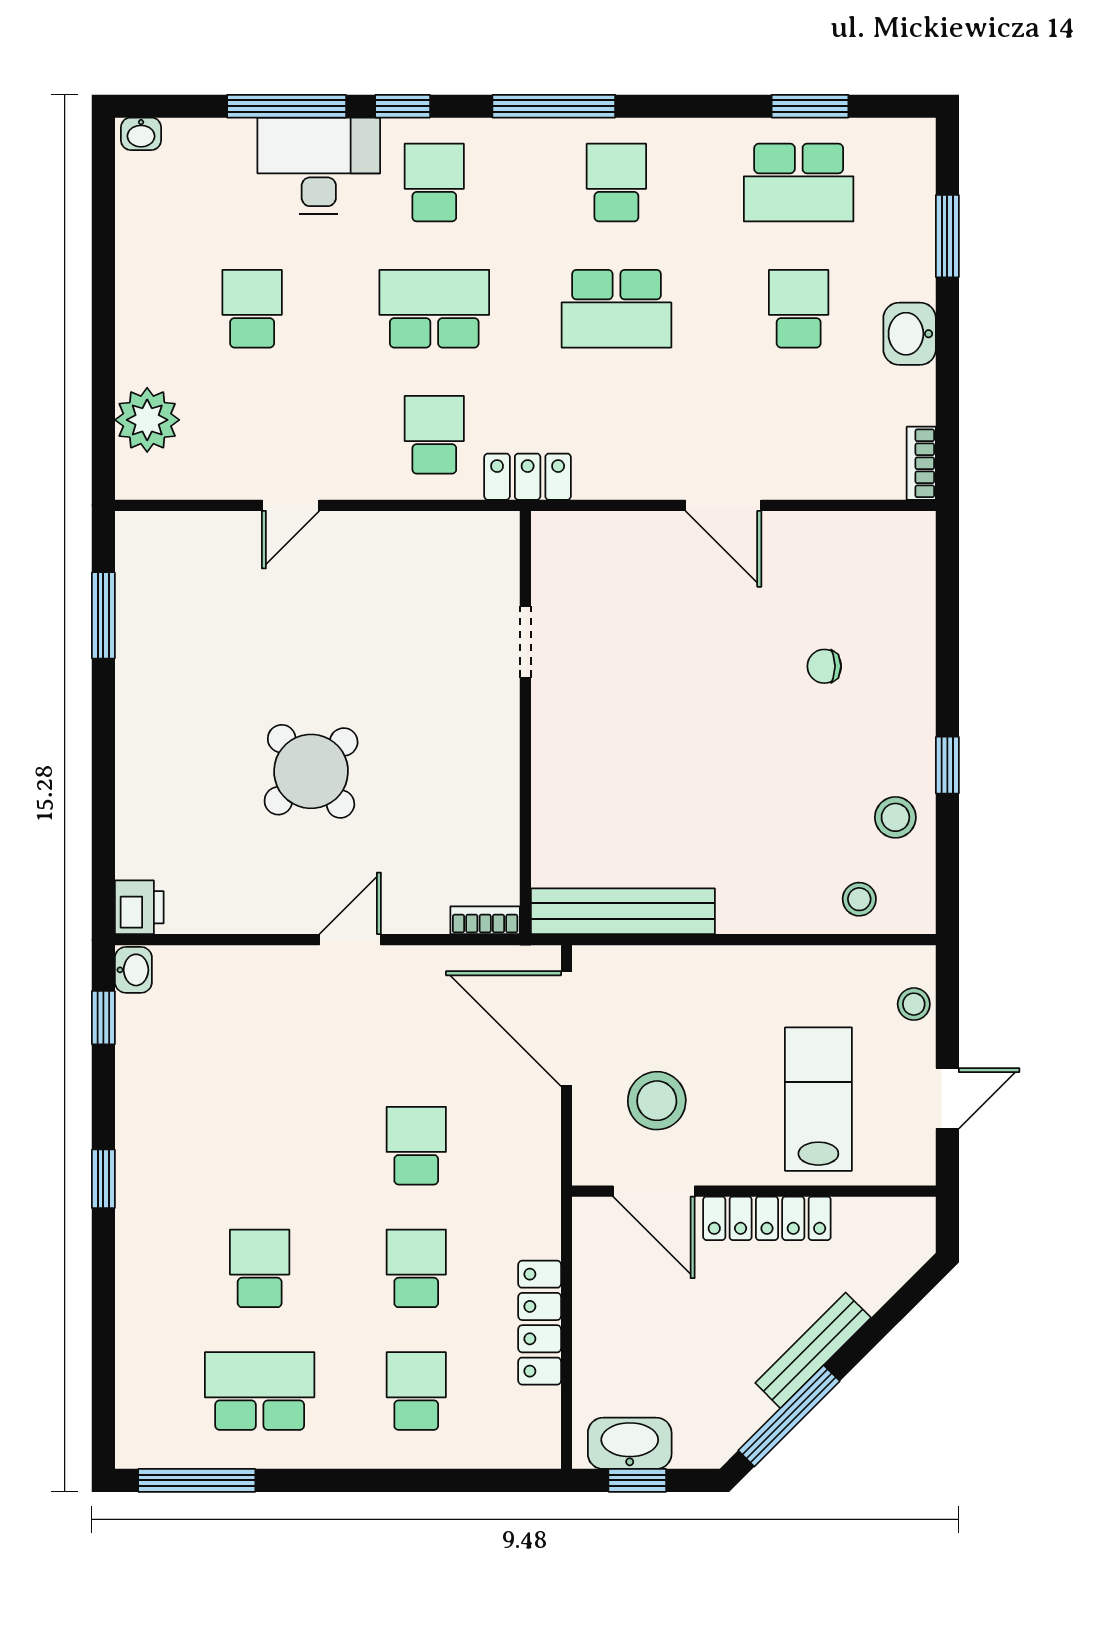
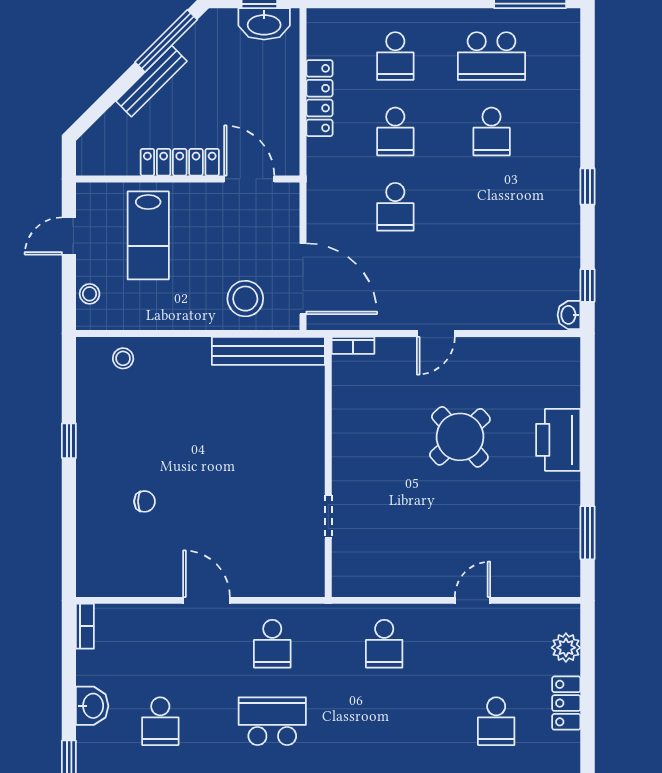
school desk: (434, 309) -> (272, 644), moved, width x0.54
plant: (147, 420) -> (566, 648), width x0.73, depth x0.73
locker: (528, 477) -> (566, 703), moved, turned 90
stool: (895, 817) -> (101, 409), removed
printer: (139, 907) -> (558, 440), moved, width x1.87, depth x1.48
stool: (657, 1101) -> (245, 299), moved

